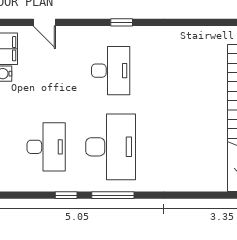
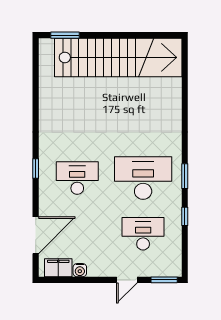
door: (44, 22) -> (36, 235), width x1.87
window: (113, 195) -> (185, 176), width x0.69

